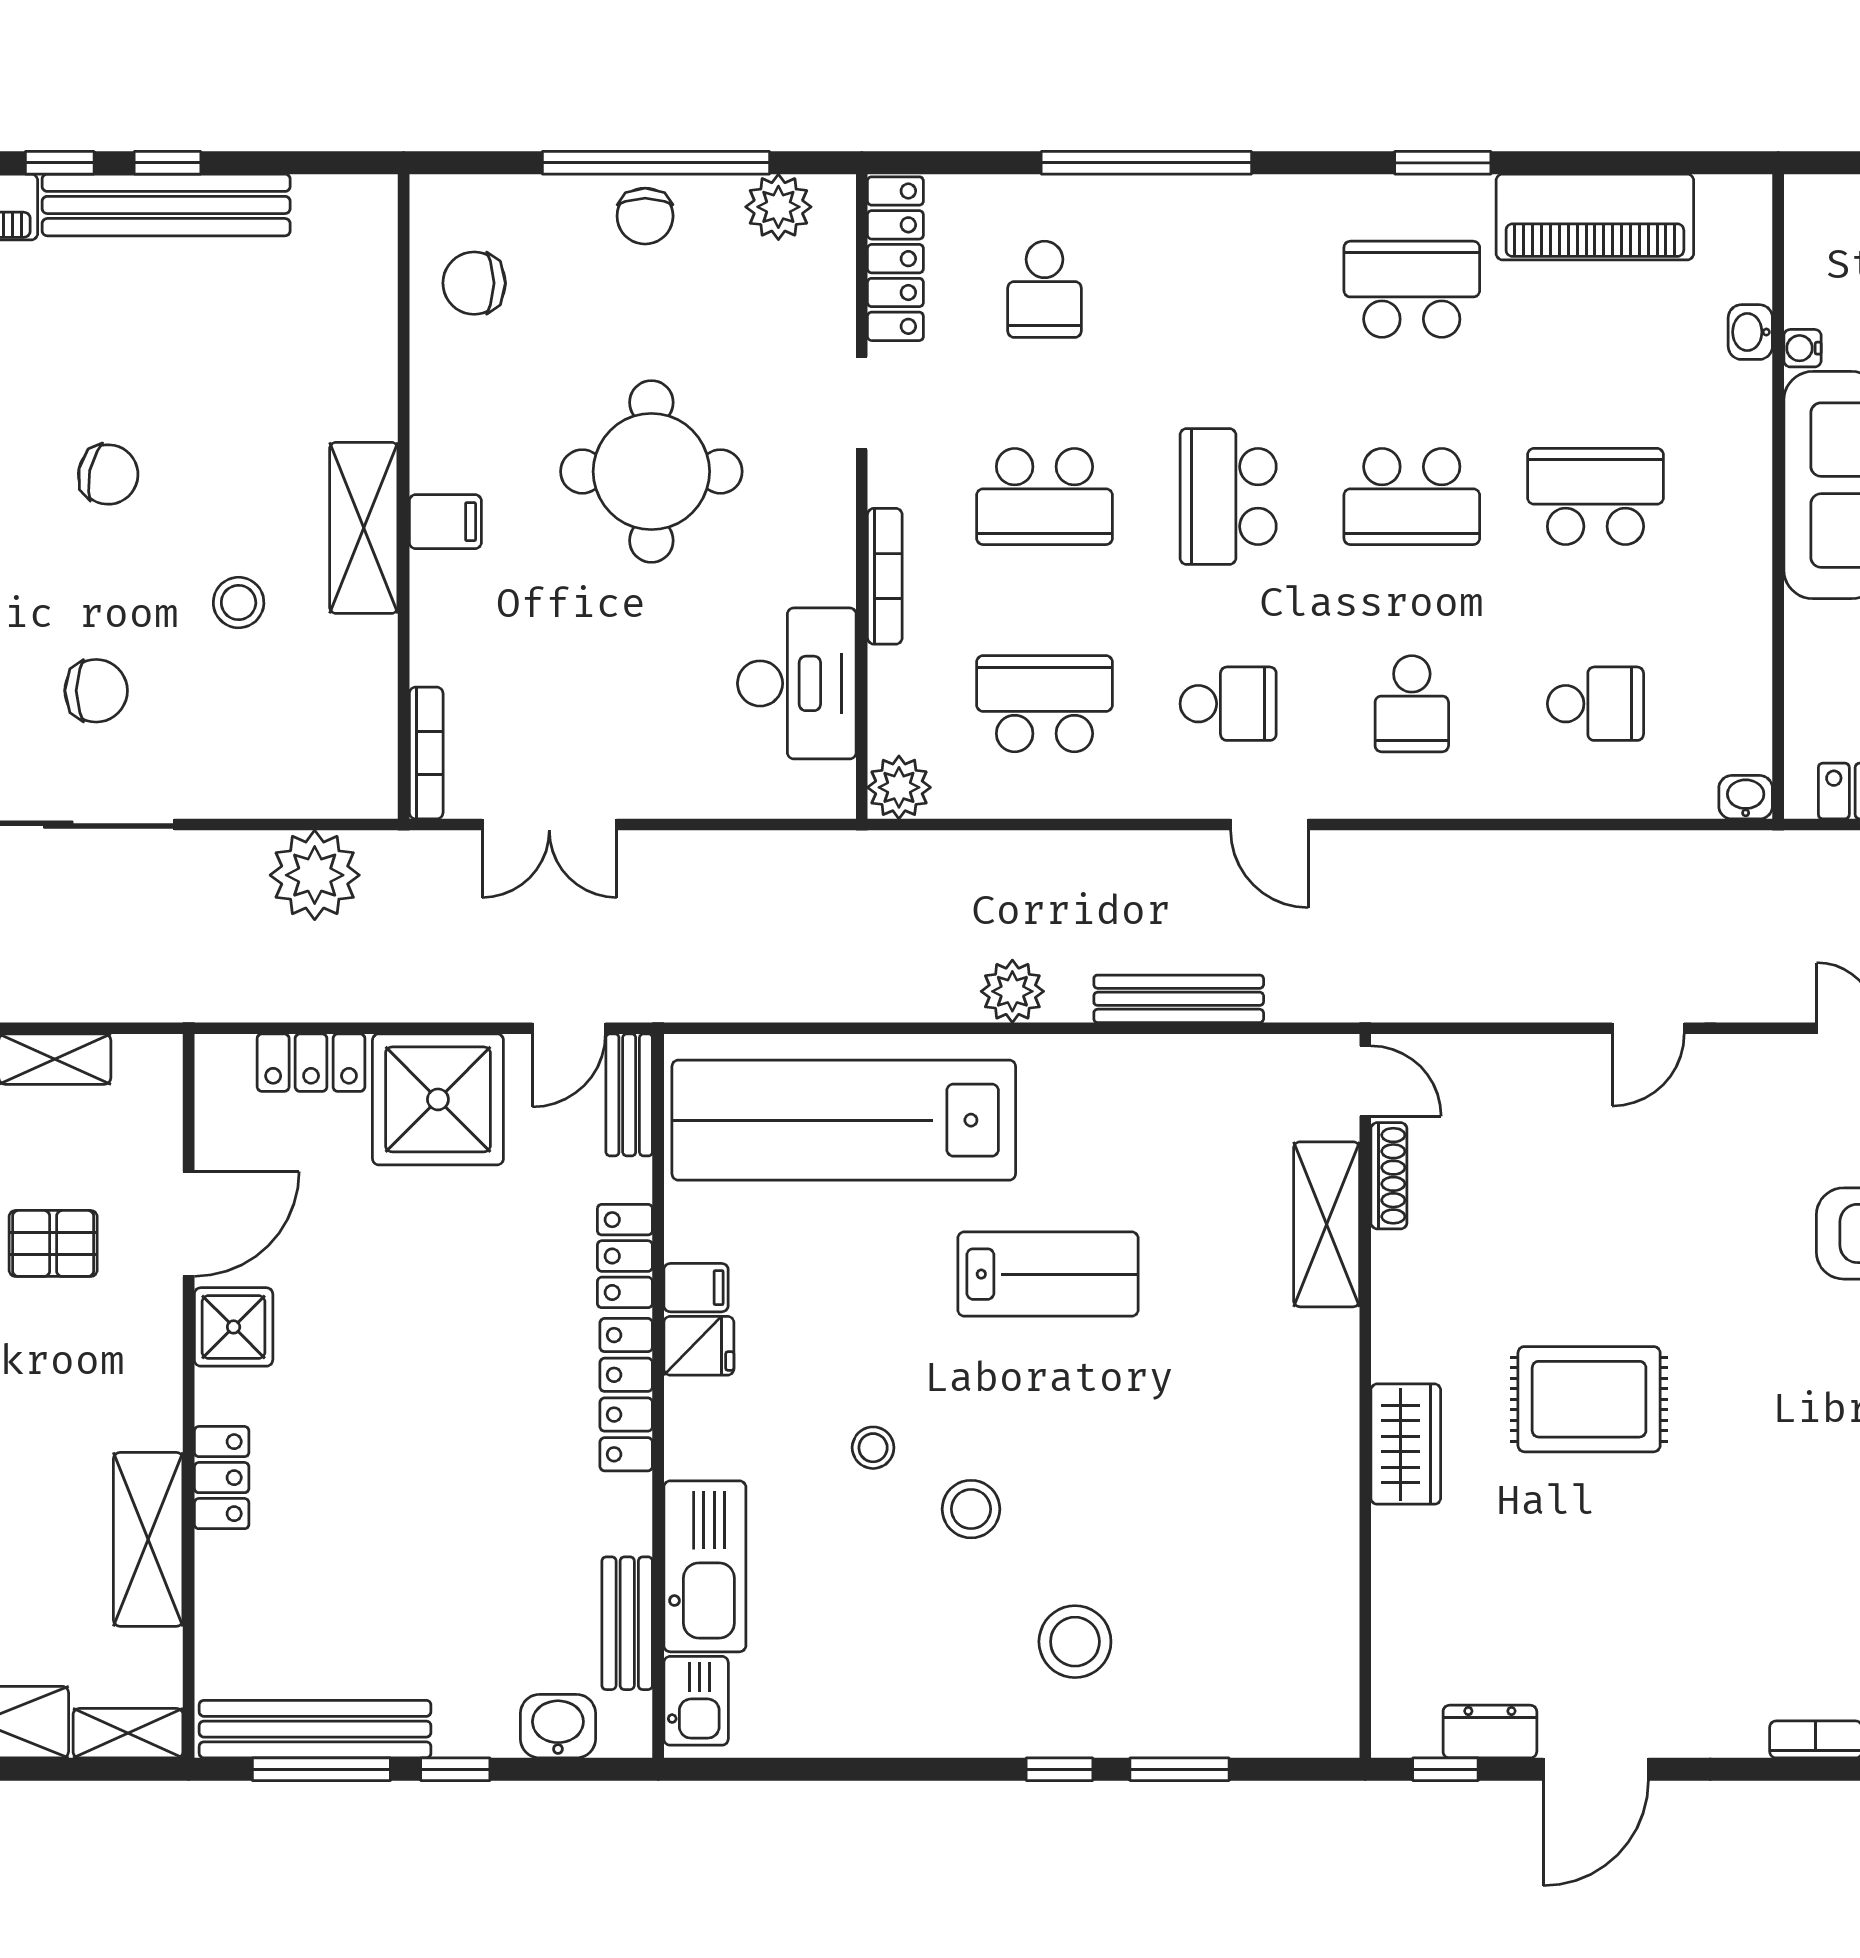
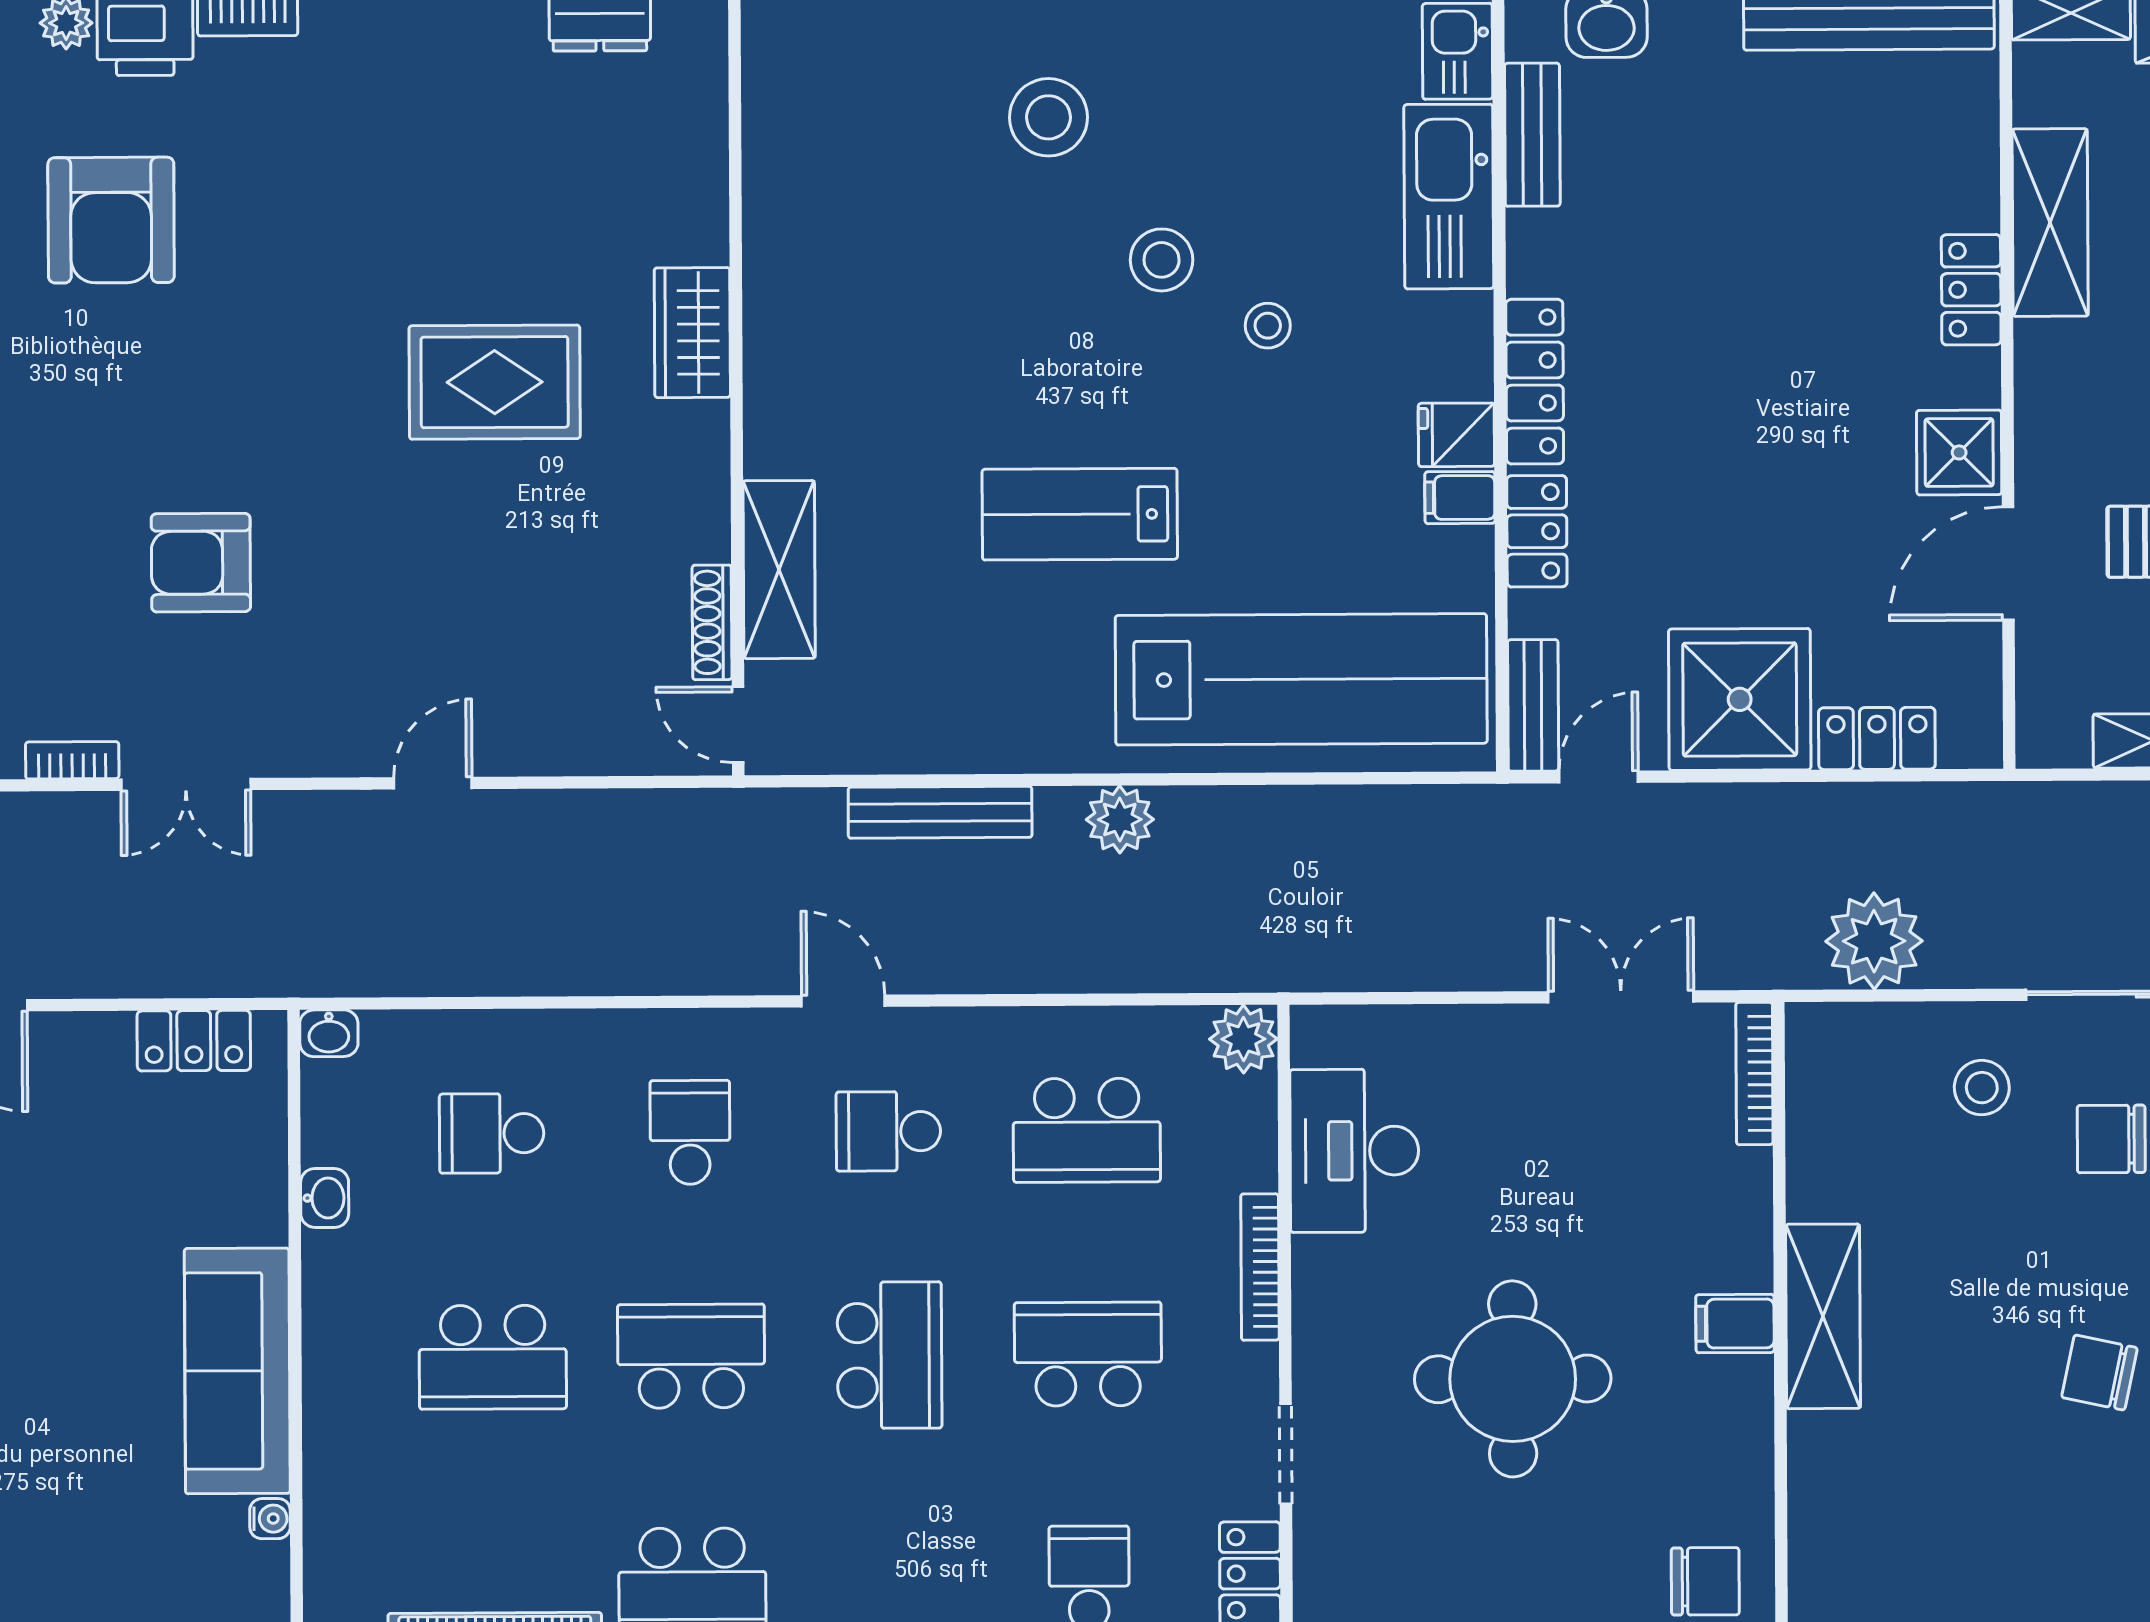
washbasin: (1750, 332) -> (325, 1198), moved
stool: (239, 603) -> (1982, 1088), moved

